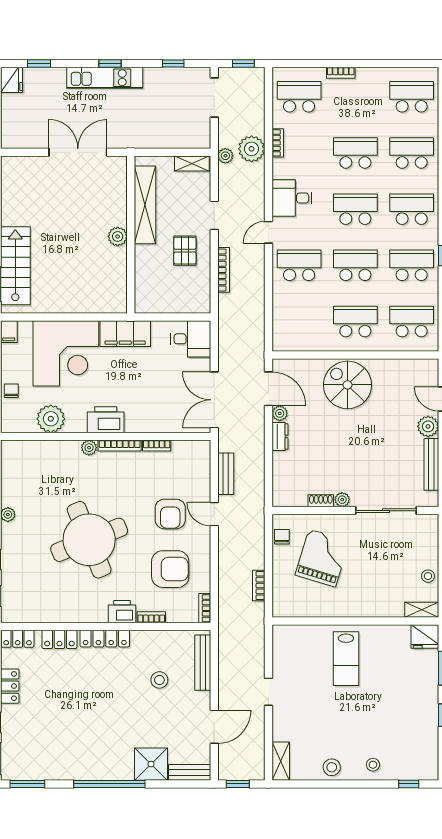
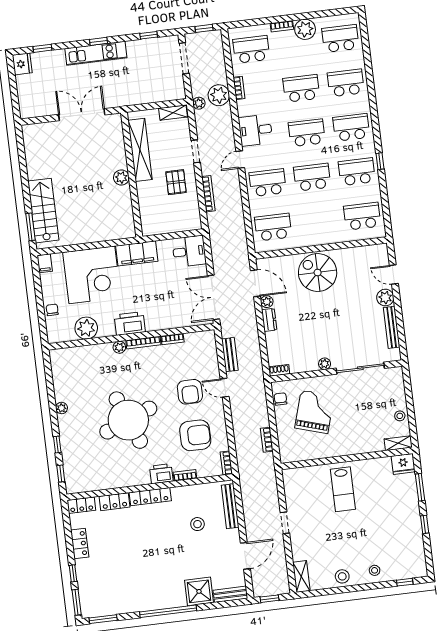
plant: (369, 80) -> (305, 29), added
school desk: (355, 322) -> (273, 227), moved
shoe rack: (321, 501) -> (279, 370), moved

